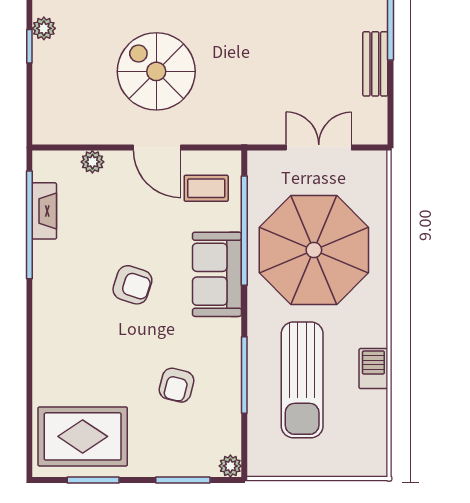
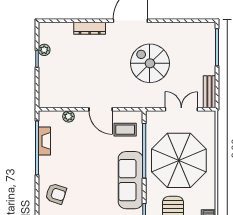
bench: (375, 64) -> (209, 92), moved
spiral stairs: (156, 71) -> (150, 63), moved
sofa: (217, 274) -> (131, 180), width x1.36
armchair: (132, 285) -> (56, 194), moved

